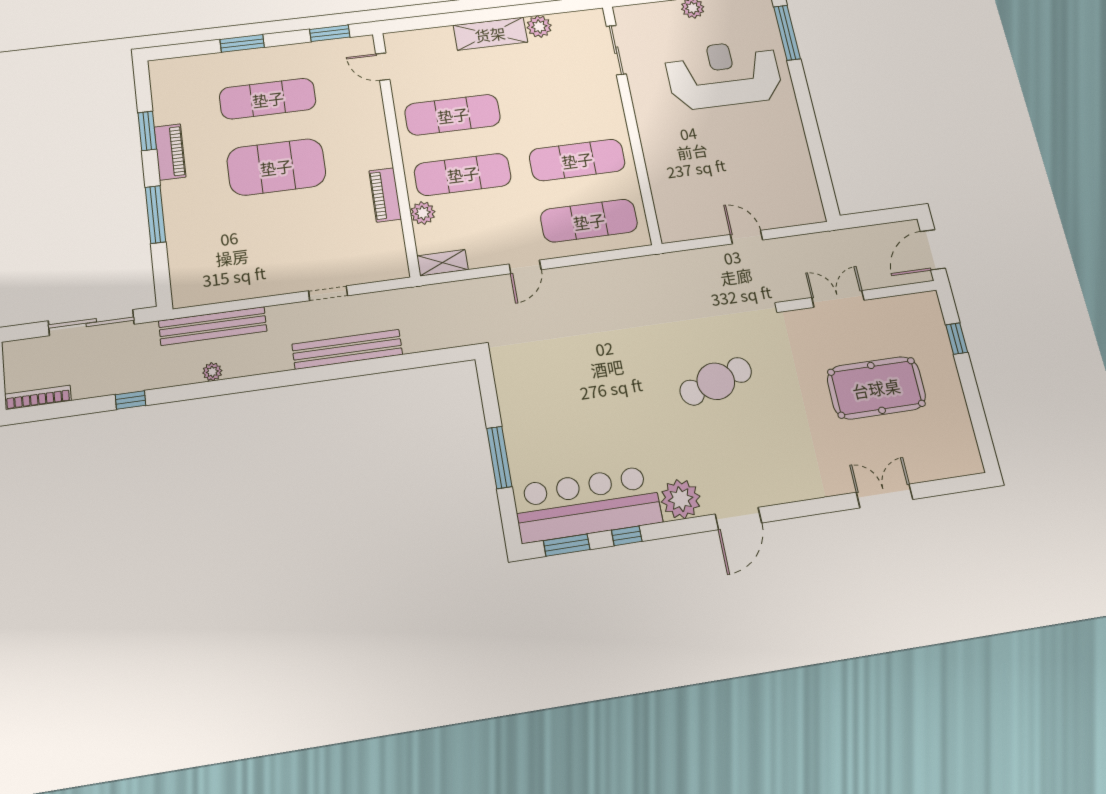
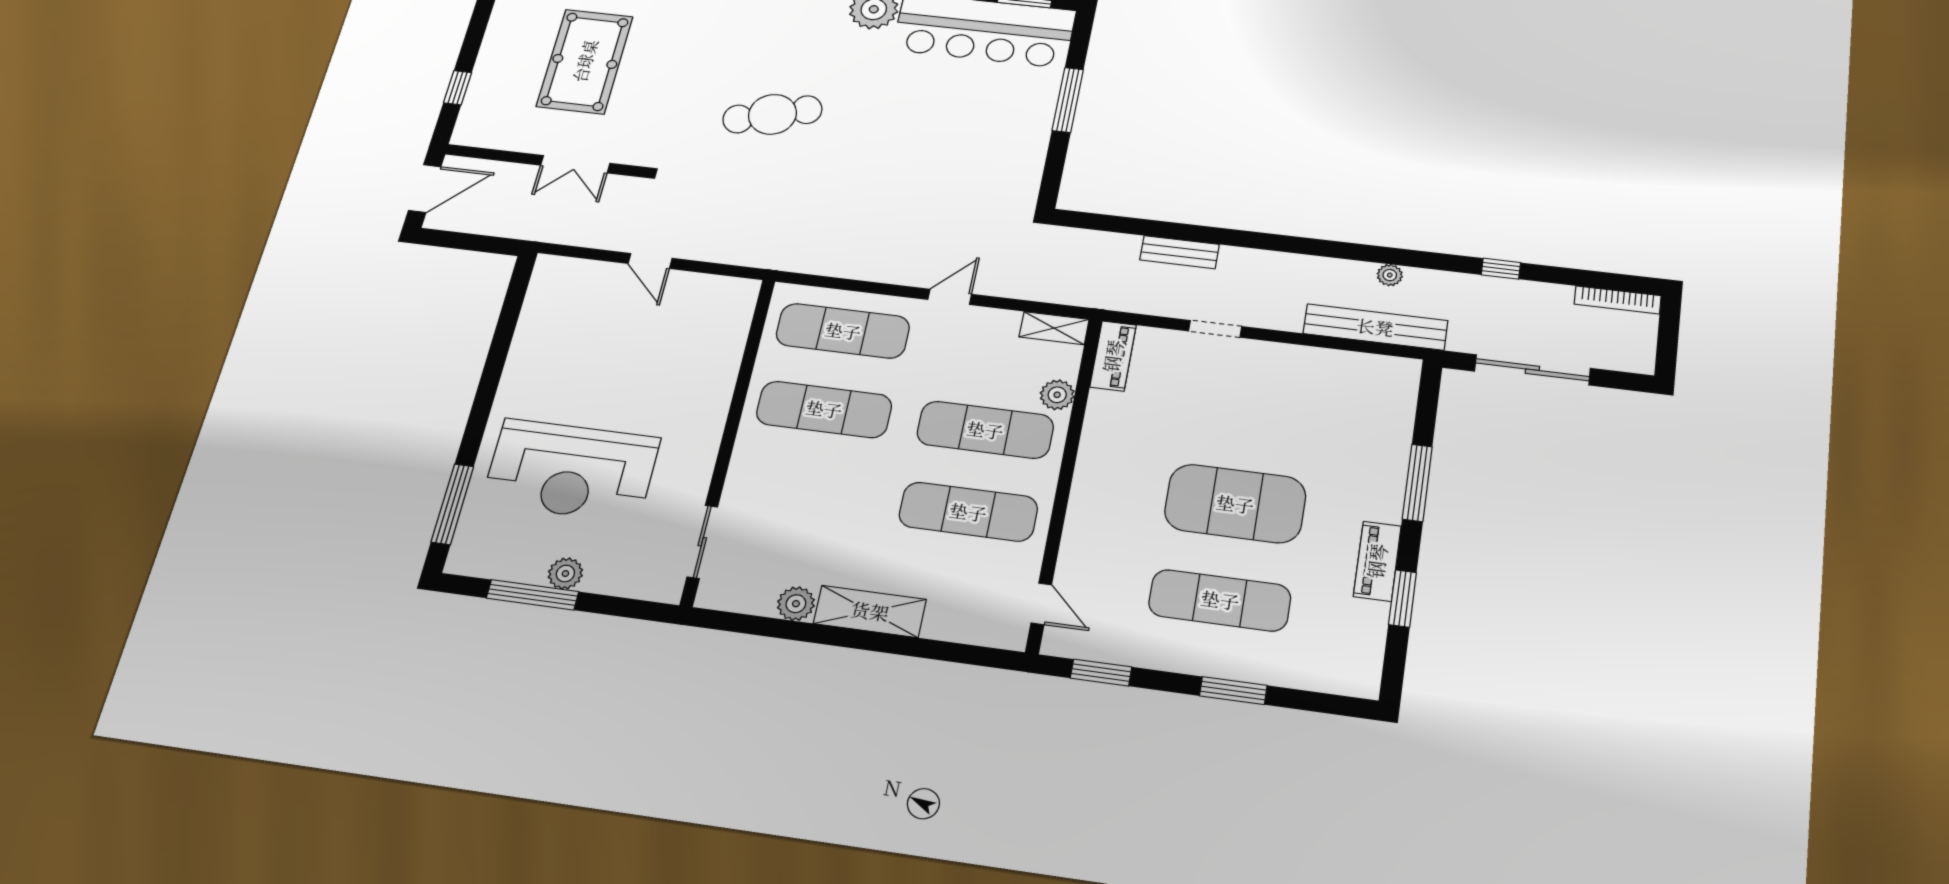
piano: (385, 195) -> (1113, 356), moved
bench: (347, 349) -> (1180, 252), width x0.54, depth x0.82
pool table: (876, 388) -> (585, 61), turned 90

